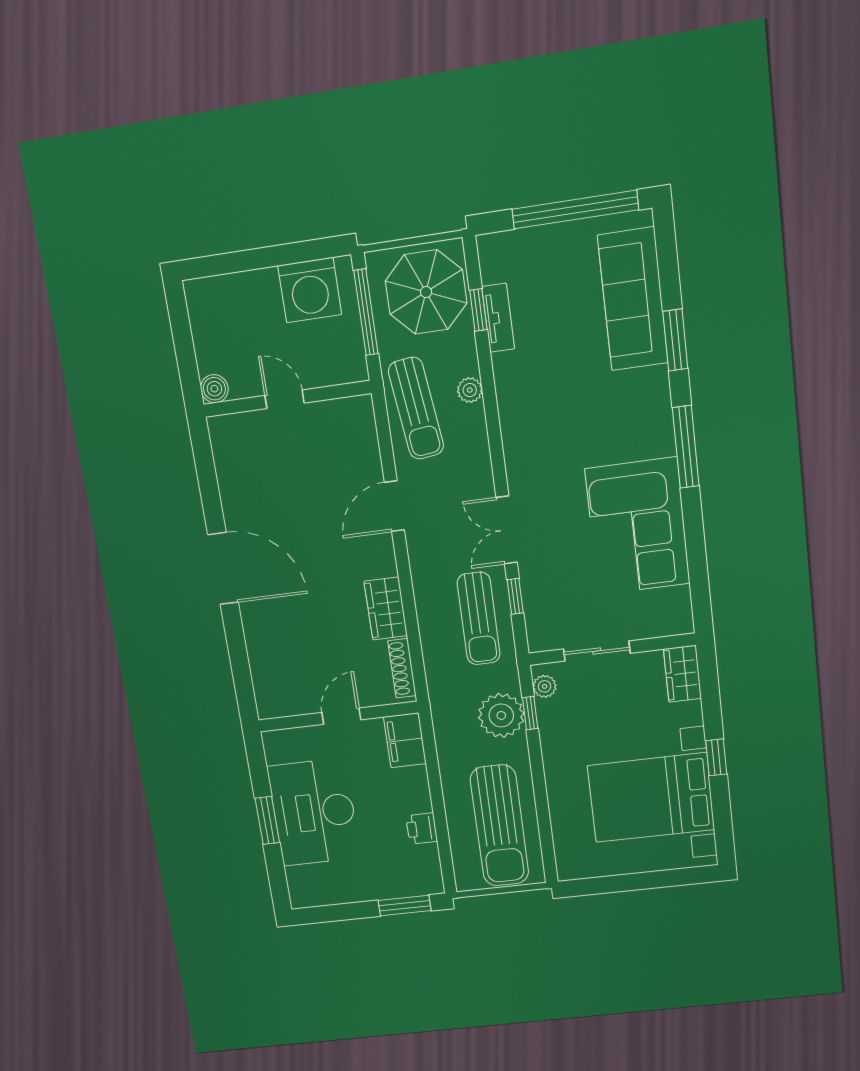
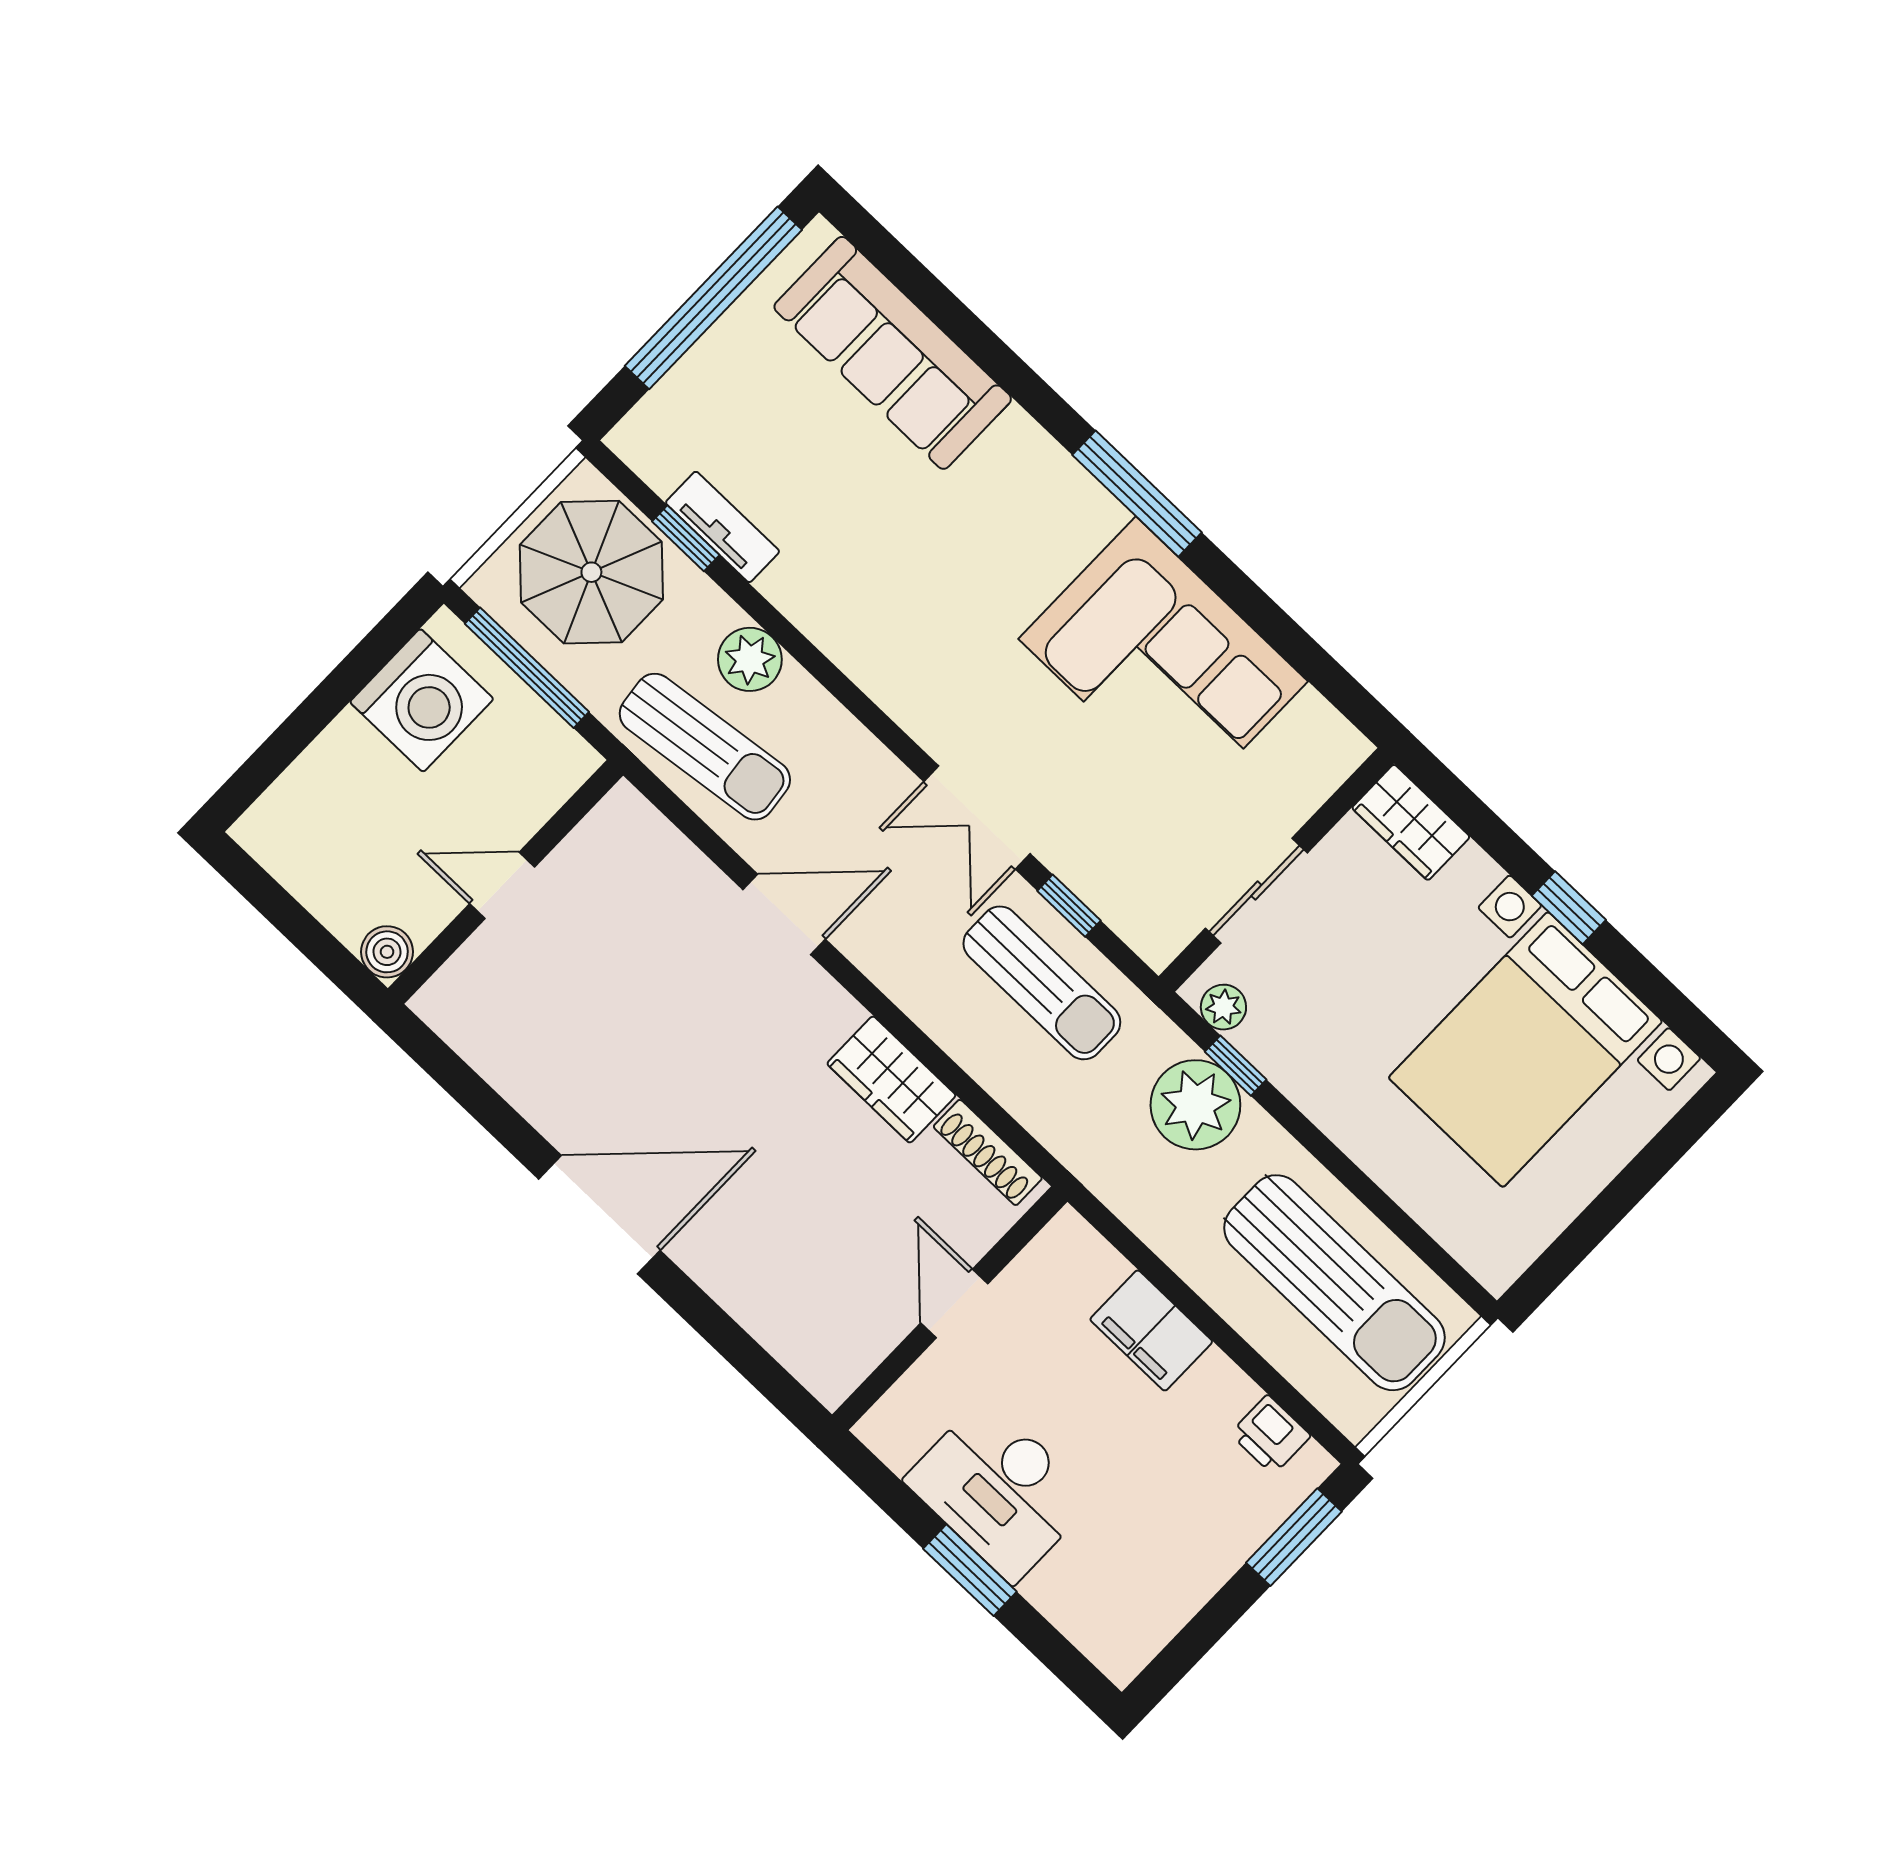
window: (675, 340) -> (998, 360), removed
plant: (470, 390) -> (750, 659), width x1.38, depth x1.38
door: (394, 506) -> (784, 914), swing flipped
filing cabinet: (405, 740) -> (1151, 1330), moved
desk: (314, 812) -> (999, 1490), width x0.73, depth x0.77
printer: (422, 829) -> (1270, 1435), moved

